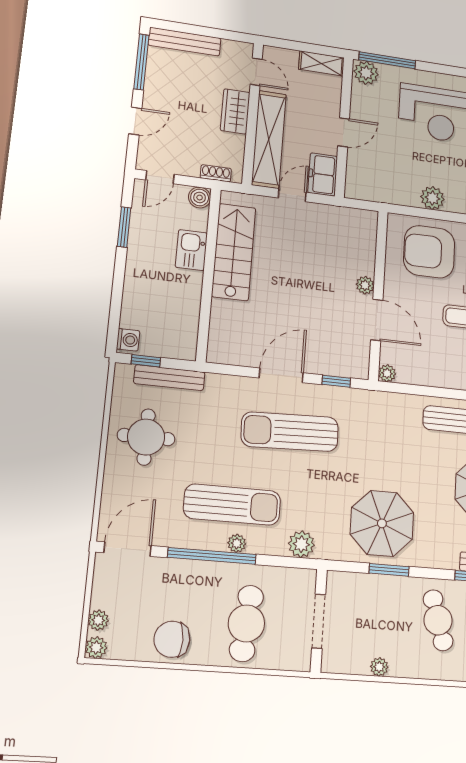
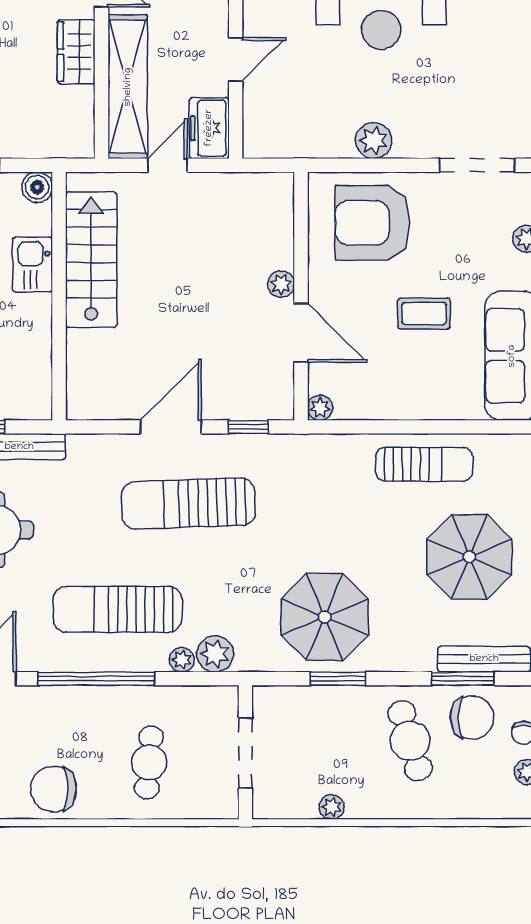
shoe rack: (216, 173) -> (57, 148), removed
sun lounger: (232, 505) -> (118, 609), turned 180
plant: (237, 543) -> (182, 660), moved
cafe table: (246, 623) -> (149, 762), width x0.73, depth x0.74

